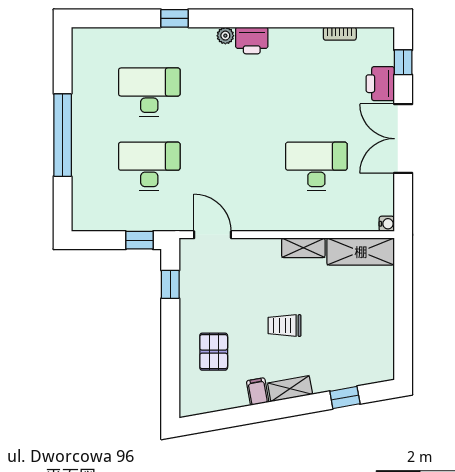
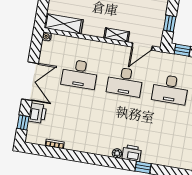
printer: (252, 40) -> (132, 153), moved
desk: (149, 92) -> (125, 82), moved
door: (213, 235) -> (142, 47), hinge flipped
shelving: (303, 248) -> (117, 35), moved

